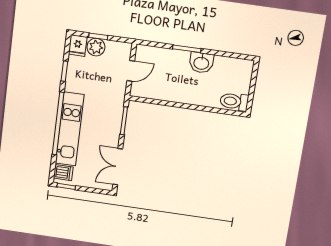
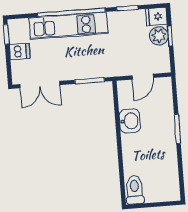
washbasin: (201, 63) -> (130, 121), moved, turned 180
door: (131, 71) -> (143, 77), hinge flipped
double door: (118, 167) -> (40, 85), swing flipped
dishwasher: (63, 173) -> (20, 52), moved, turned -90

